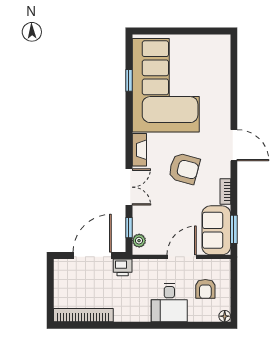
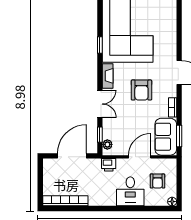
window: (129, 80) -> (100, 45), moved
armchair: (184, 169) -> (141, 90), turned 75
printer: (123, 267) -> (109, 165), moved

